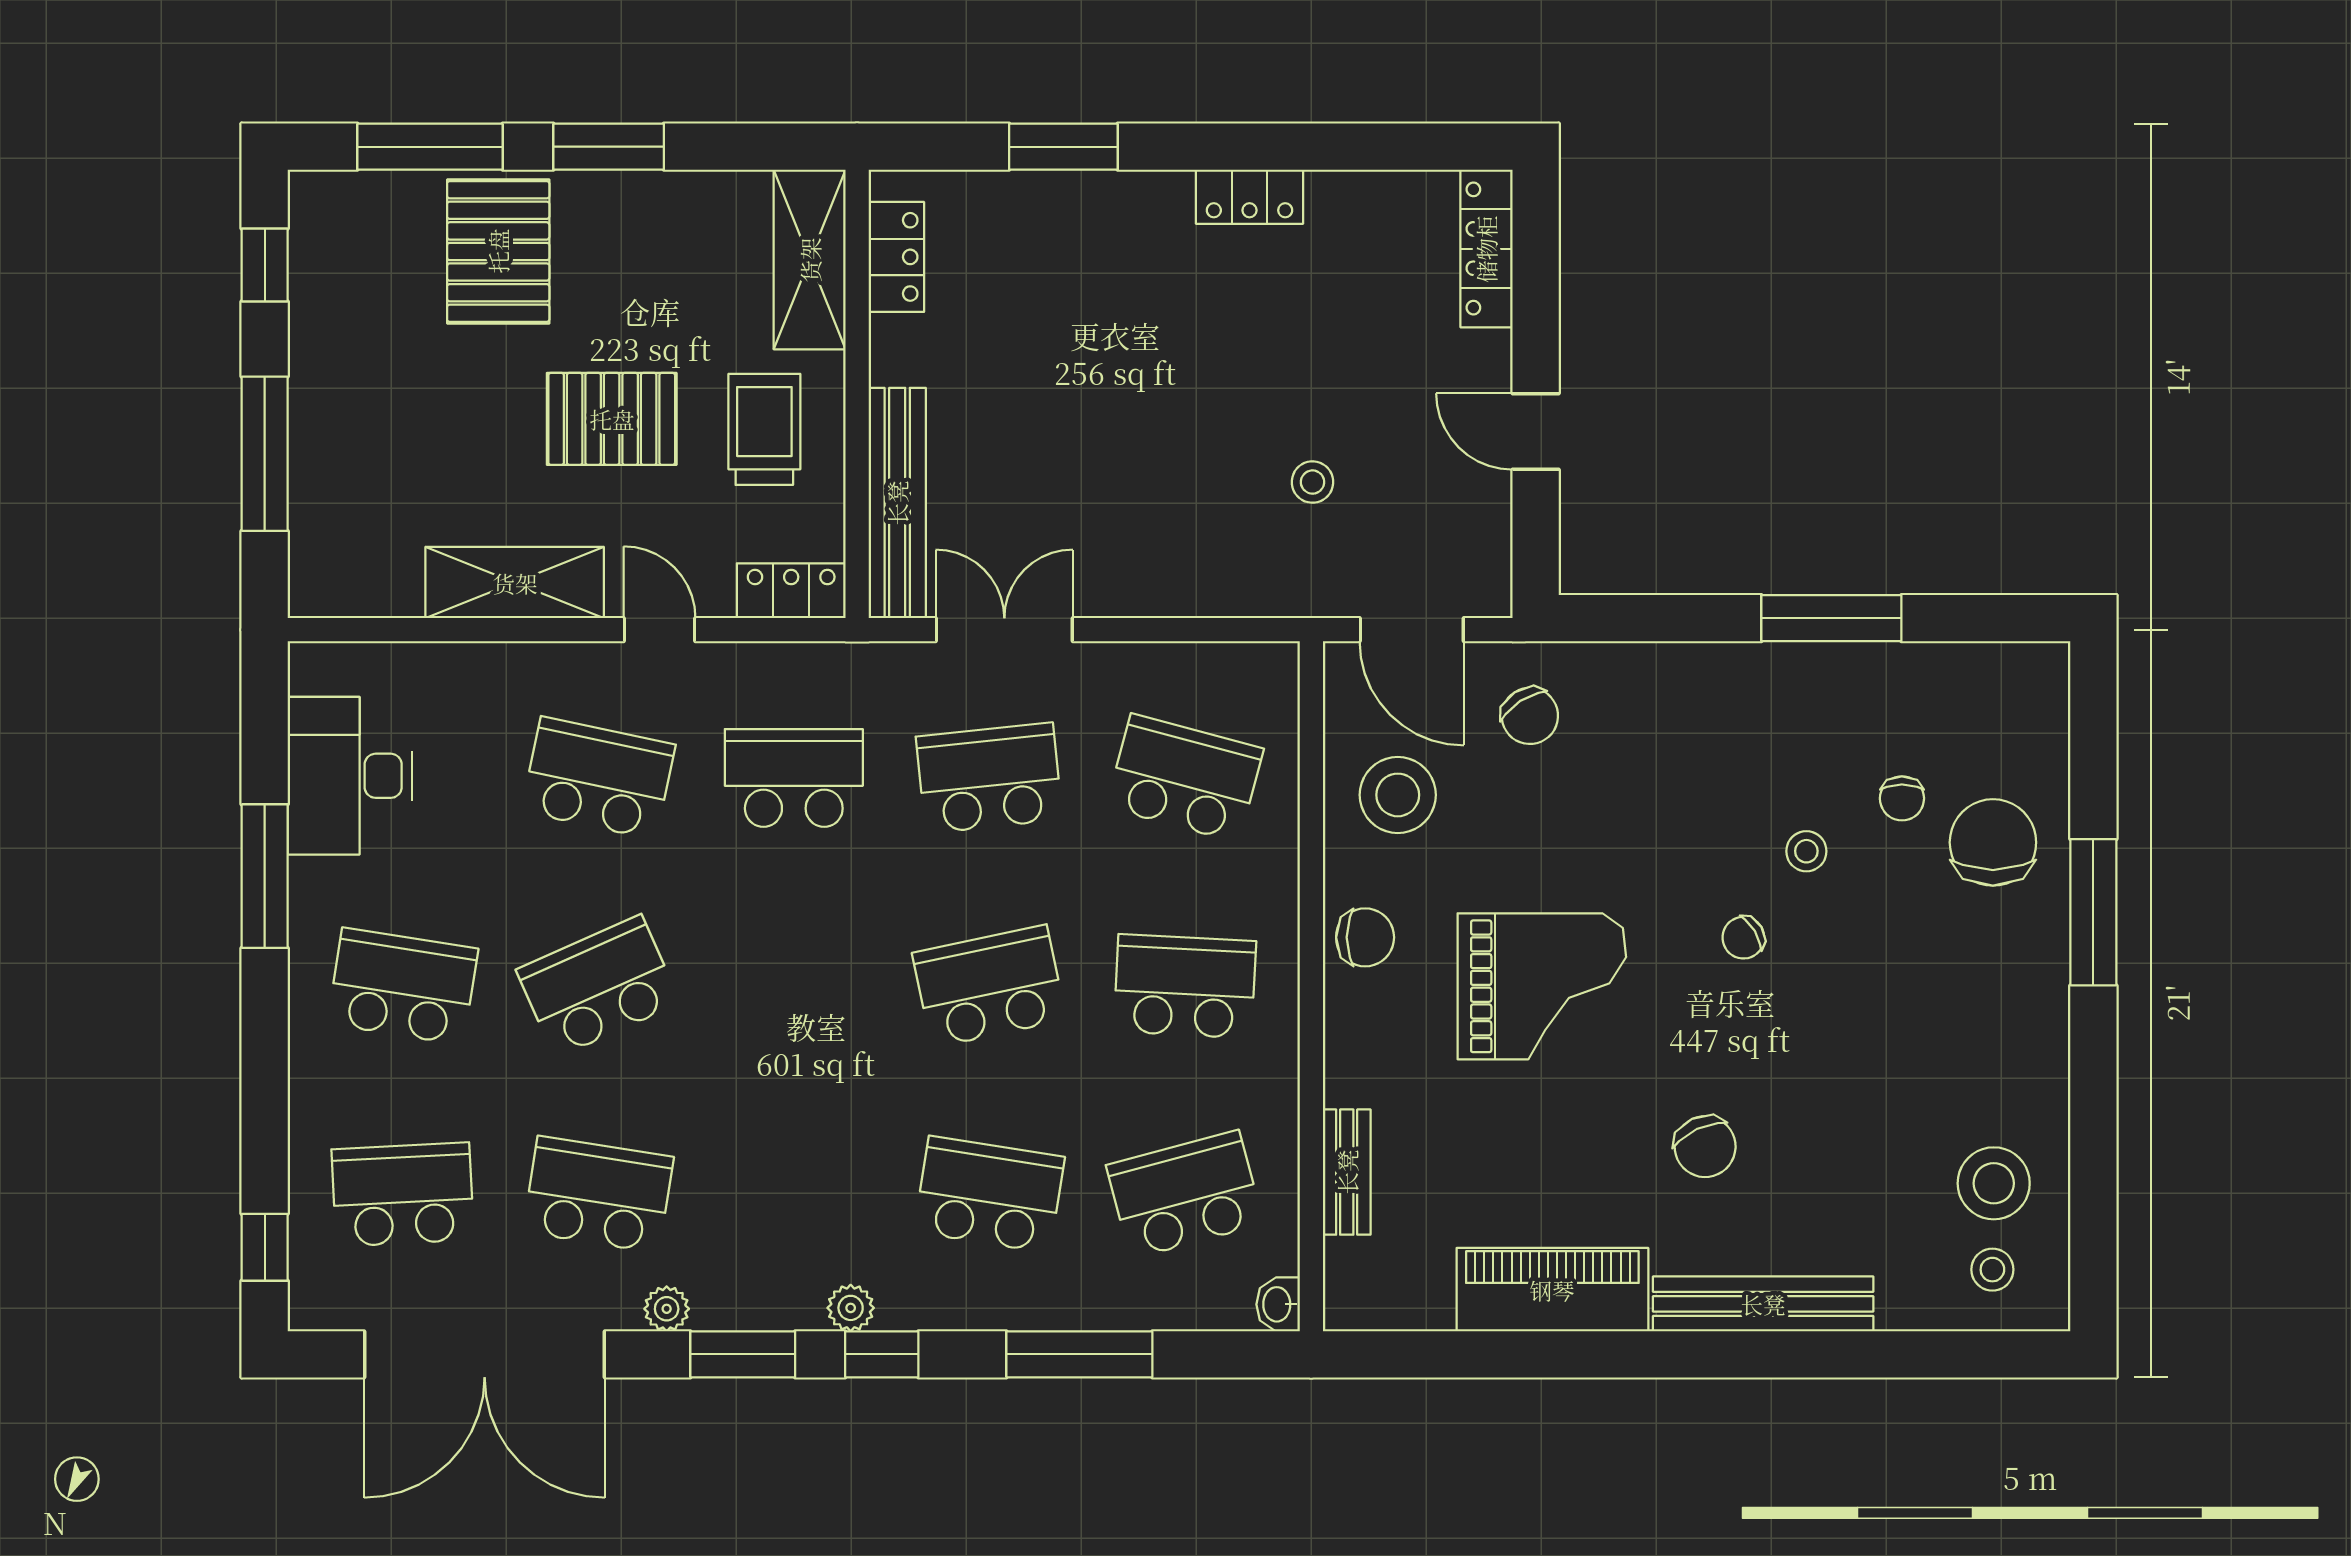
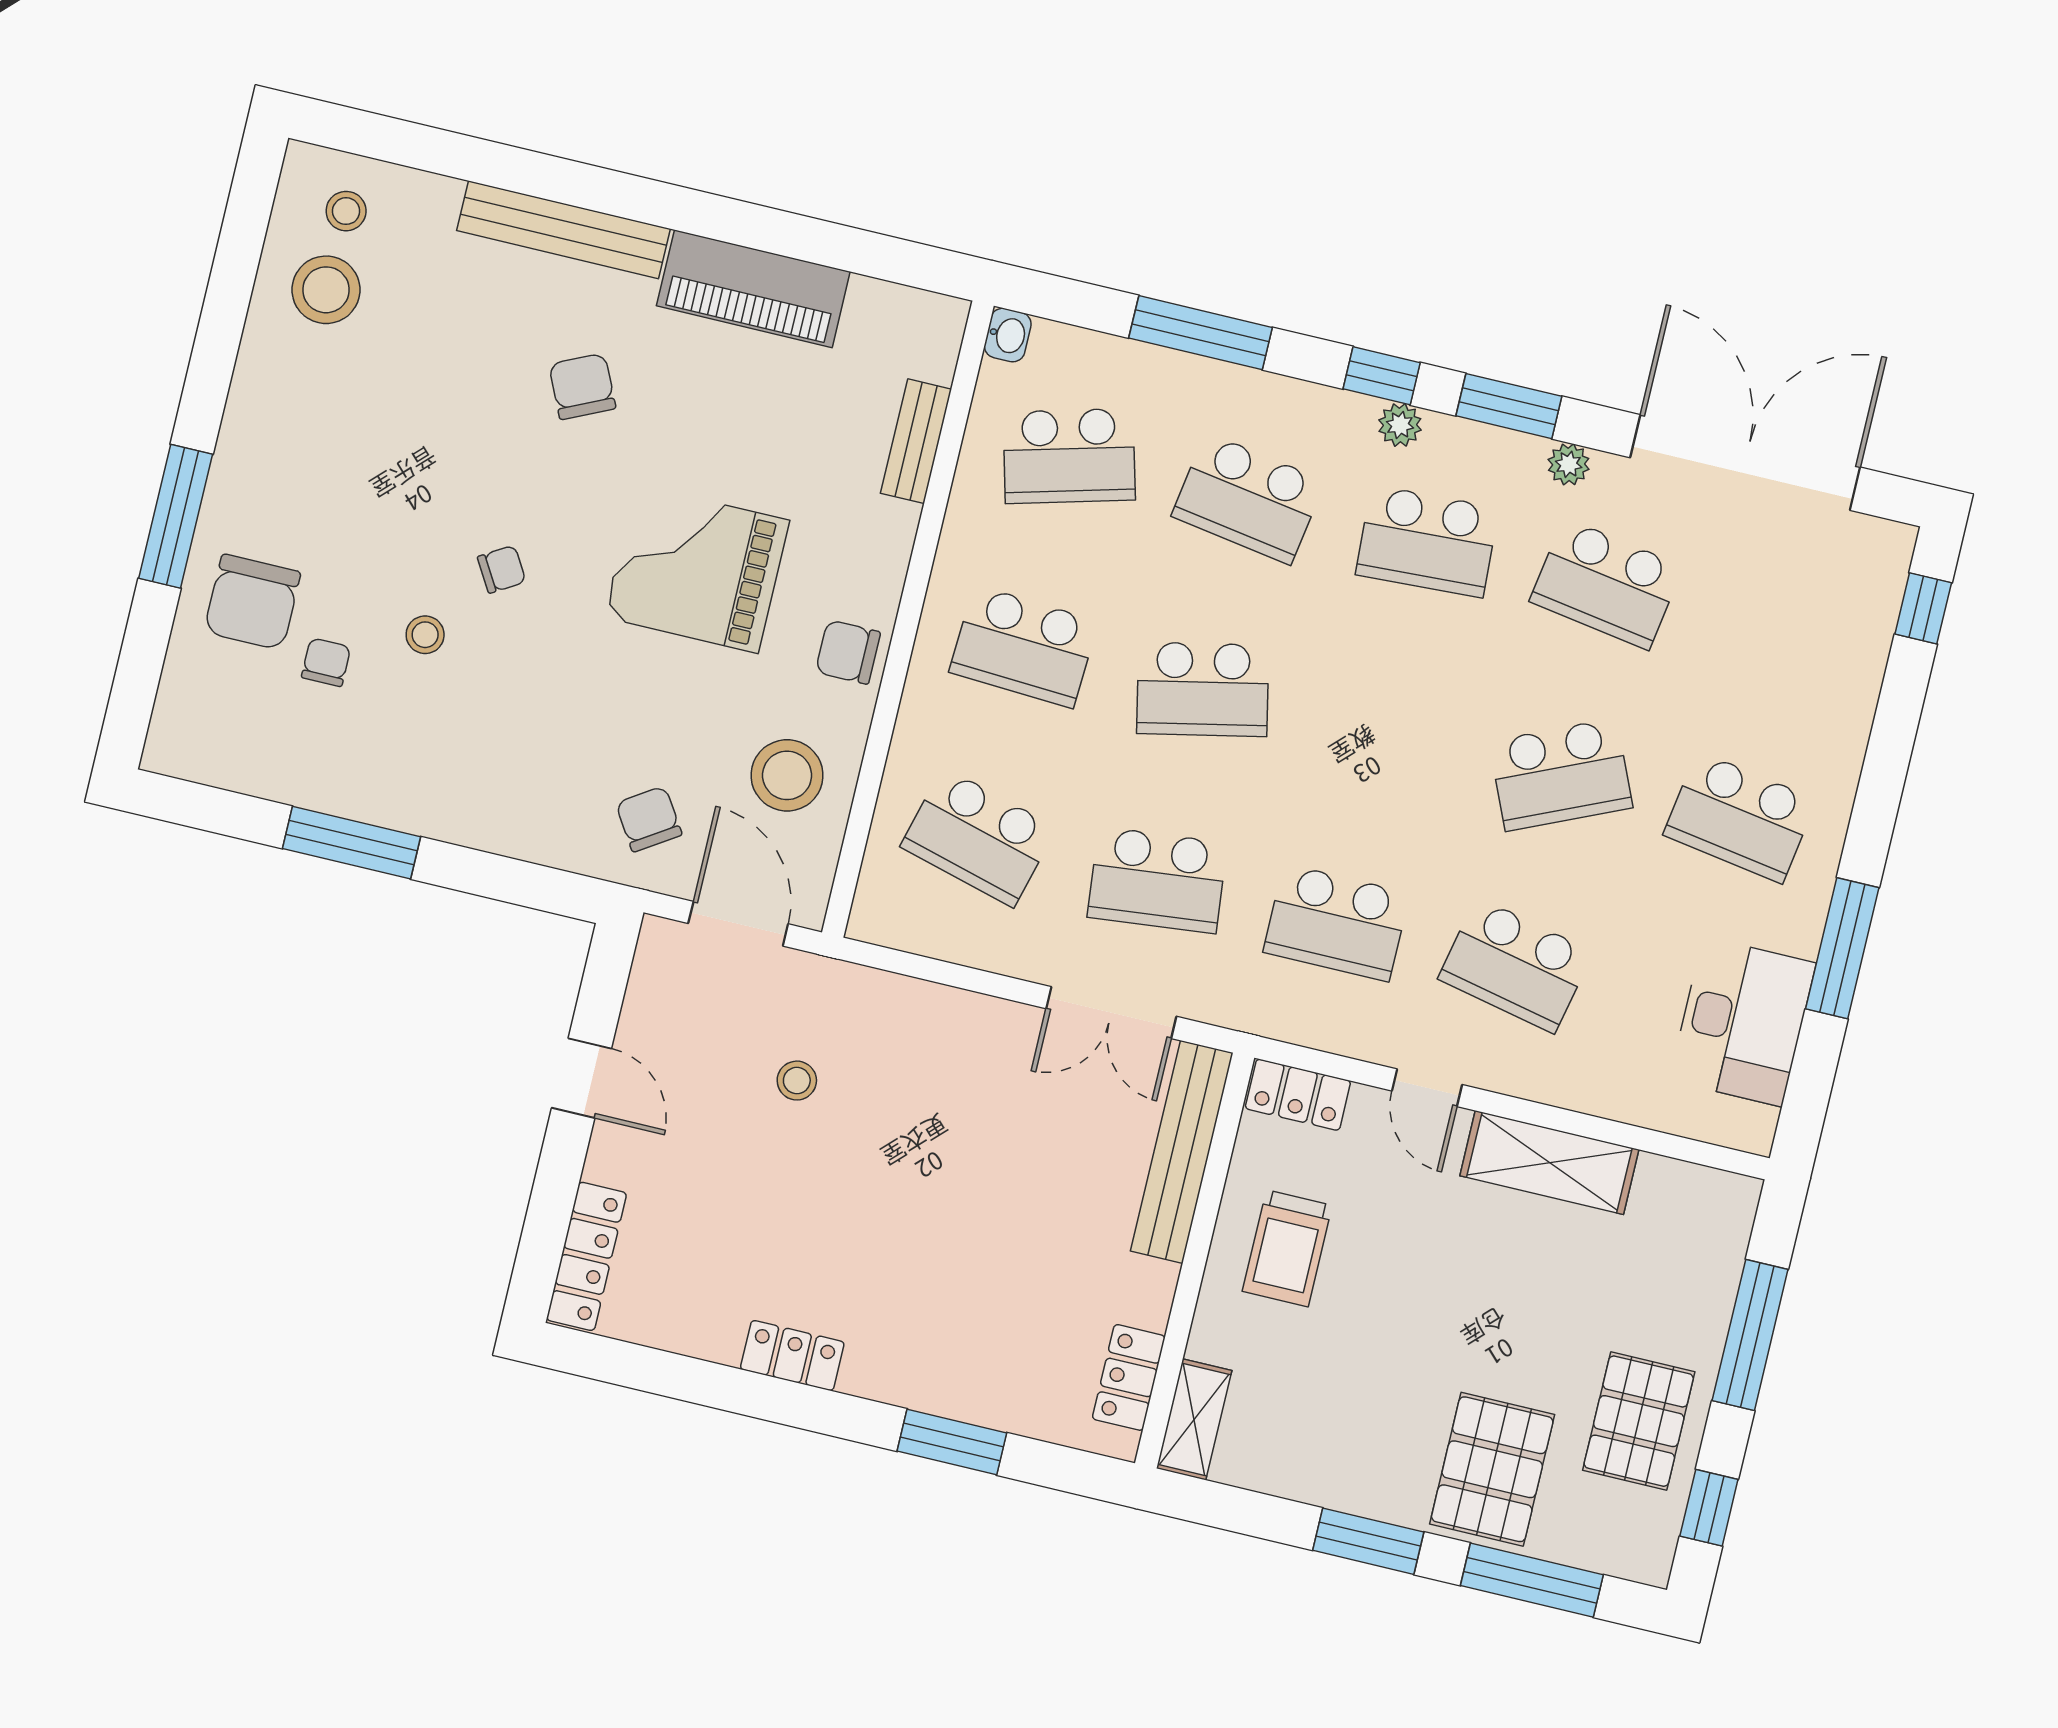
shelving: (810, 260) -> (1194, 1419), width x0.67, depth x0.75
pallet: (612, 419) -> (1639, 1421), moved, turned 90
school desk: (403, 1194) -> (1427, 541), moved

